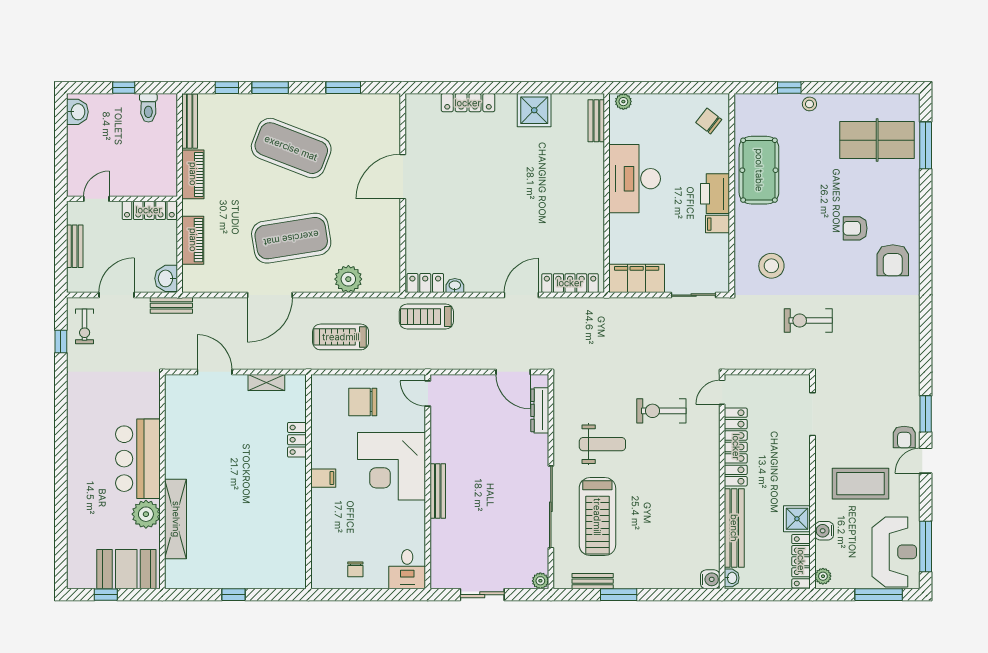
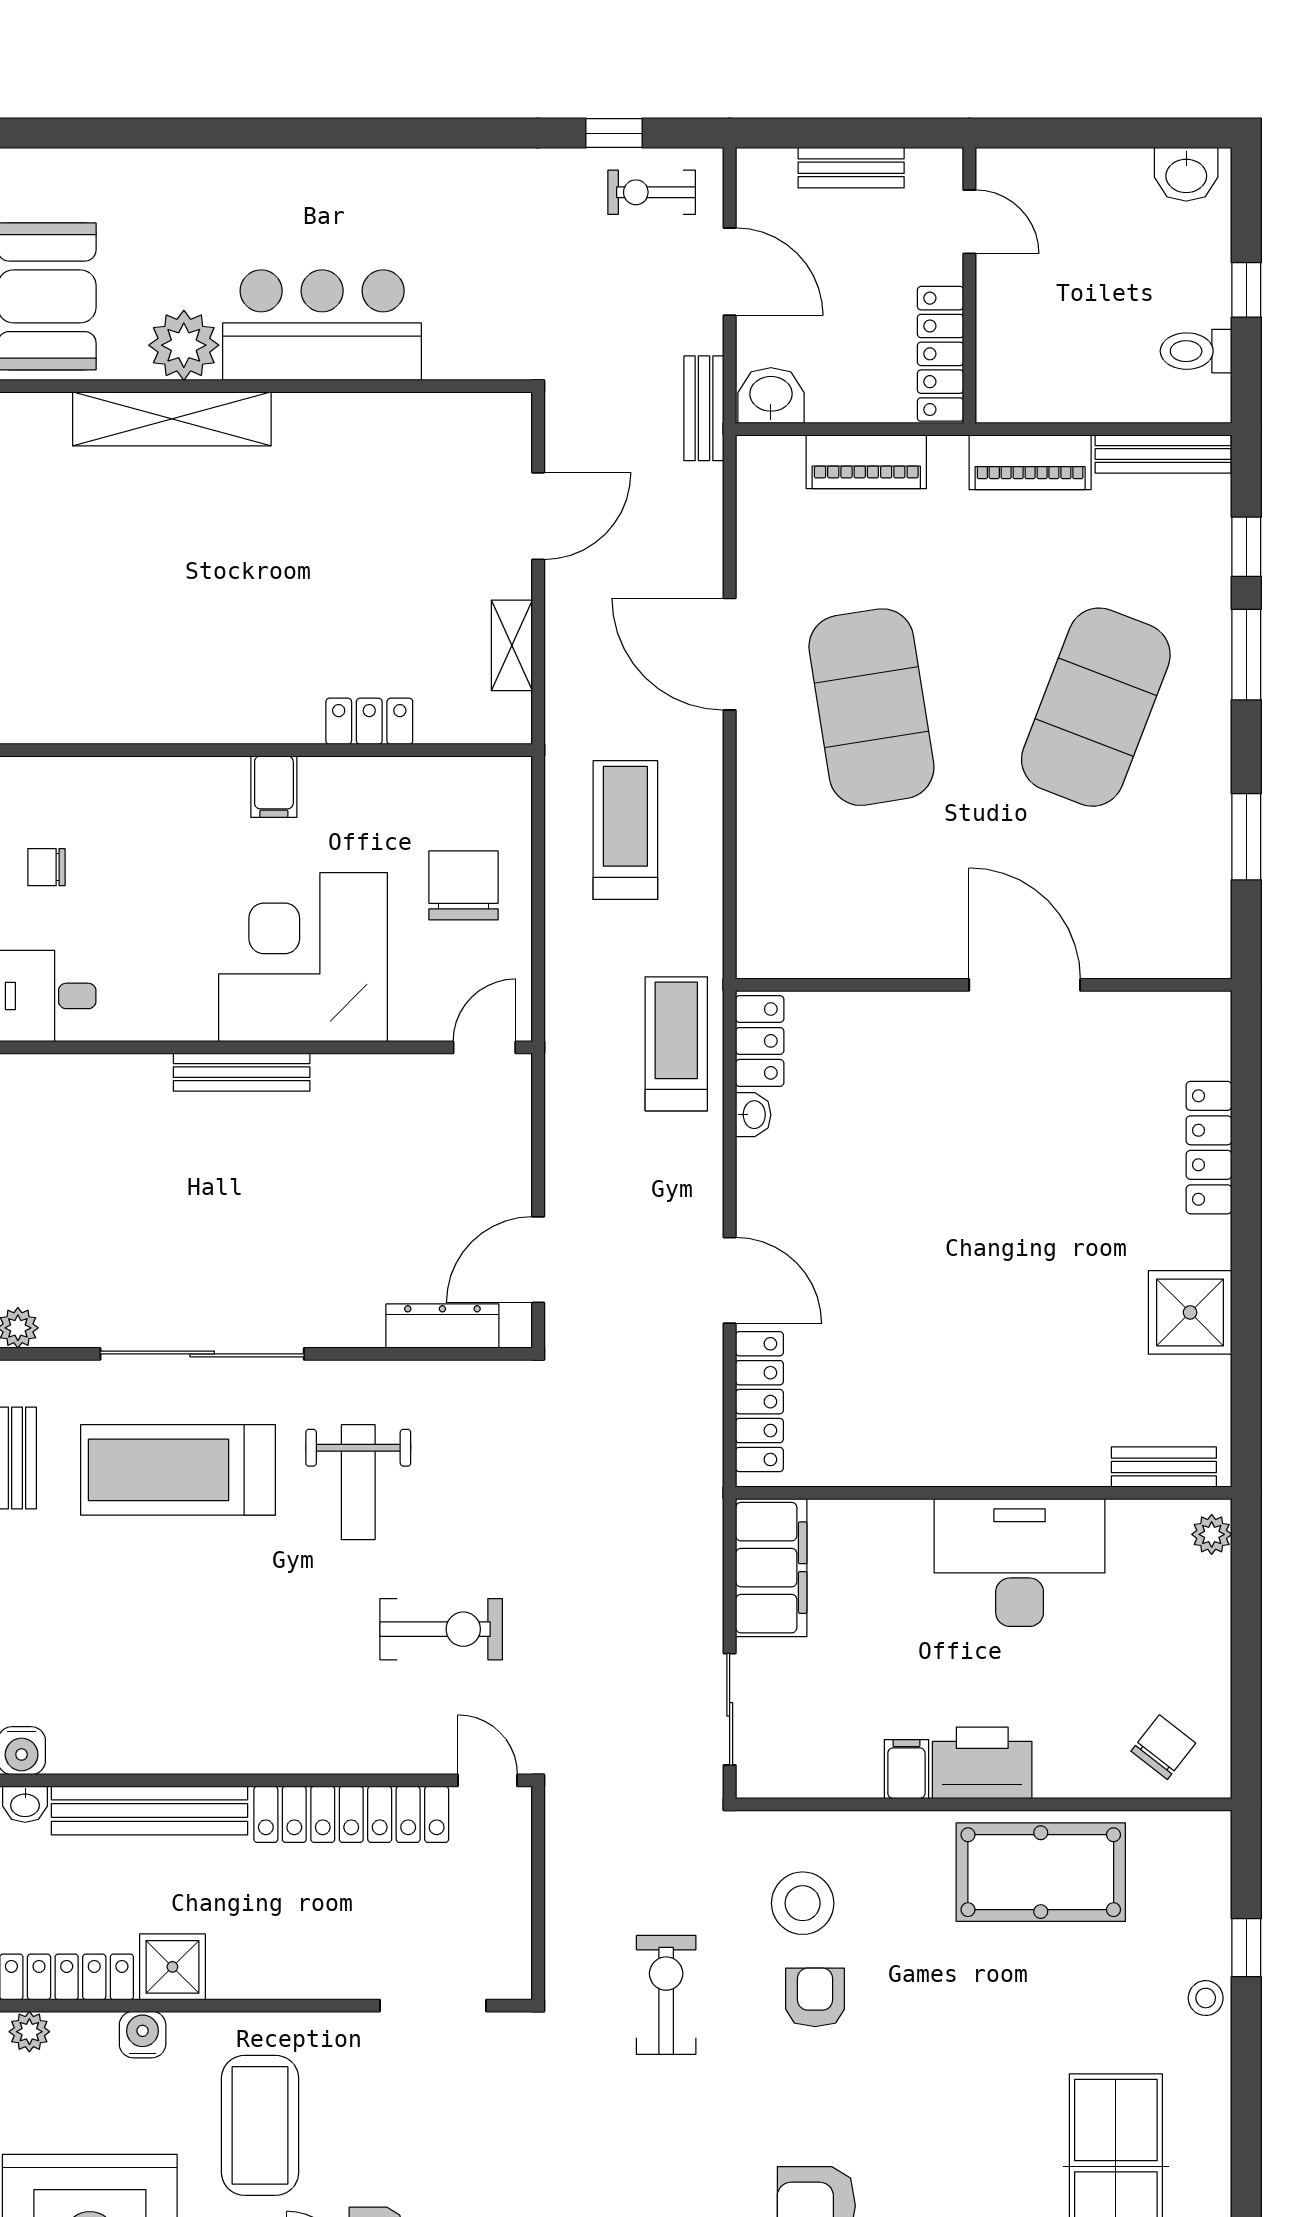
armchair: (855, 228) -> (815, 1997), moved
plant: (348, 279) -> (769, 849), removed
exercise bike: (661, 411) -> (441, 1629), turned 90

